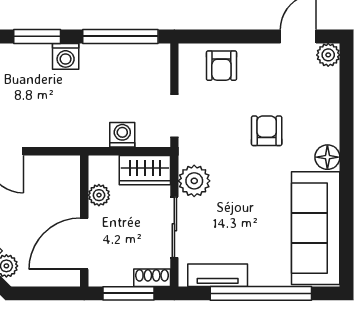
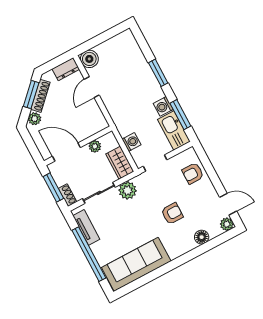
window: (120, 36) -> (180, 115), width x0.69
washing machine: (66, 56) -> (163, 106), moved
kitchen sink: (139, 60) -> (174, 130), added
floor lamp: (327, 157) -> (202, 237), moved

